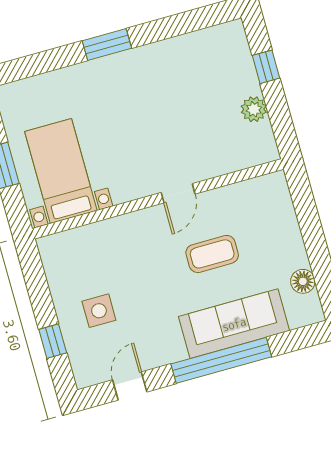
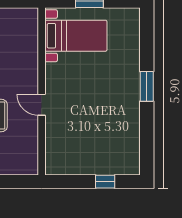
plant: (254, 109) -> (81, 167), removed

